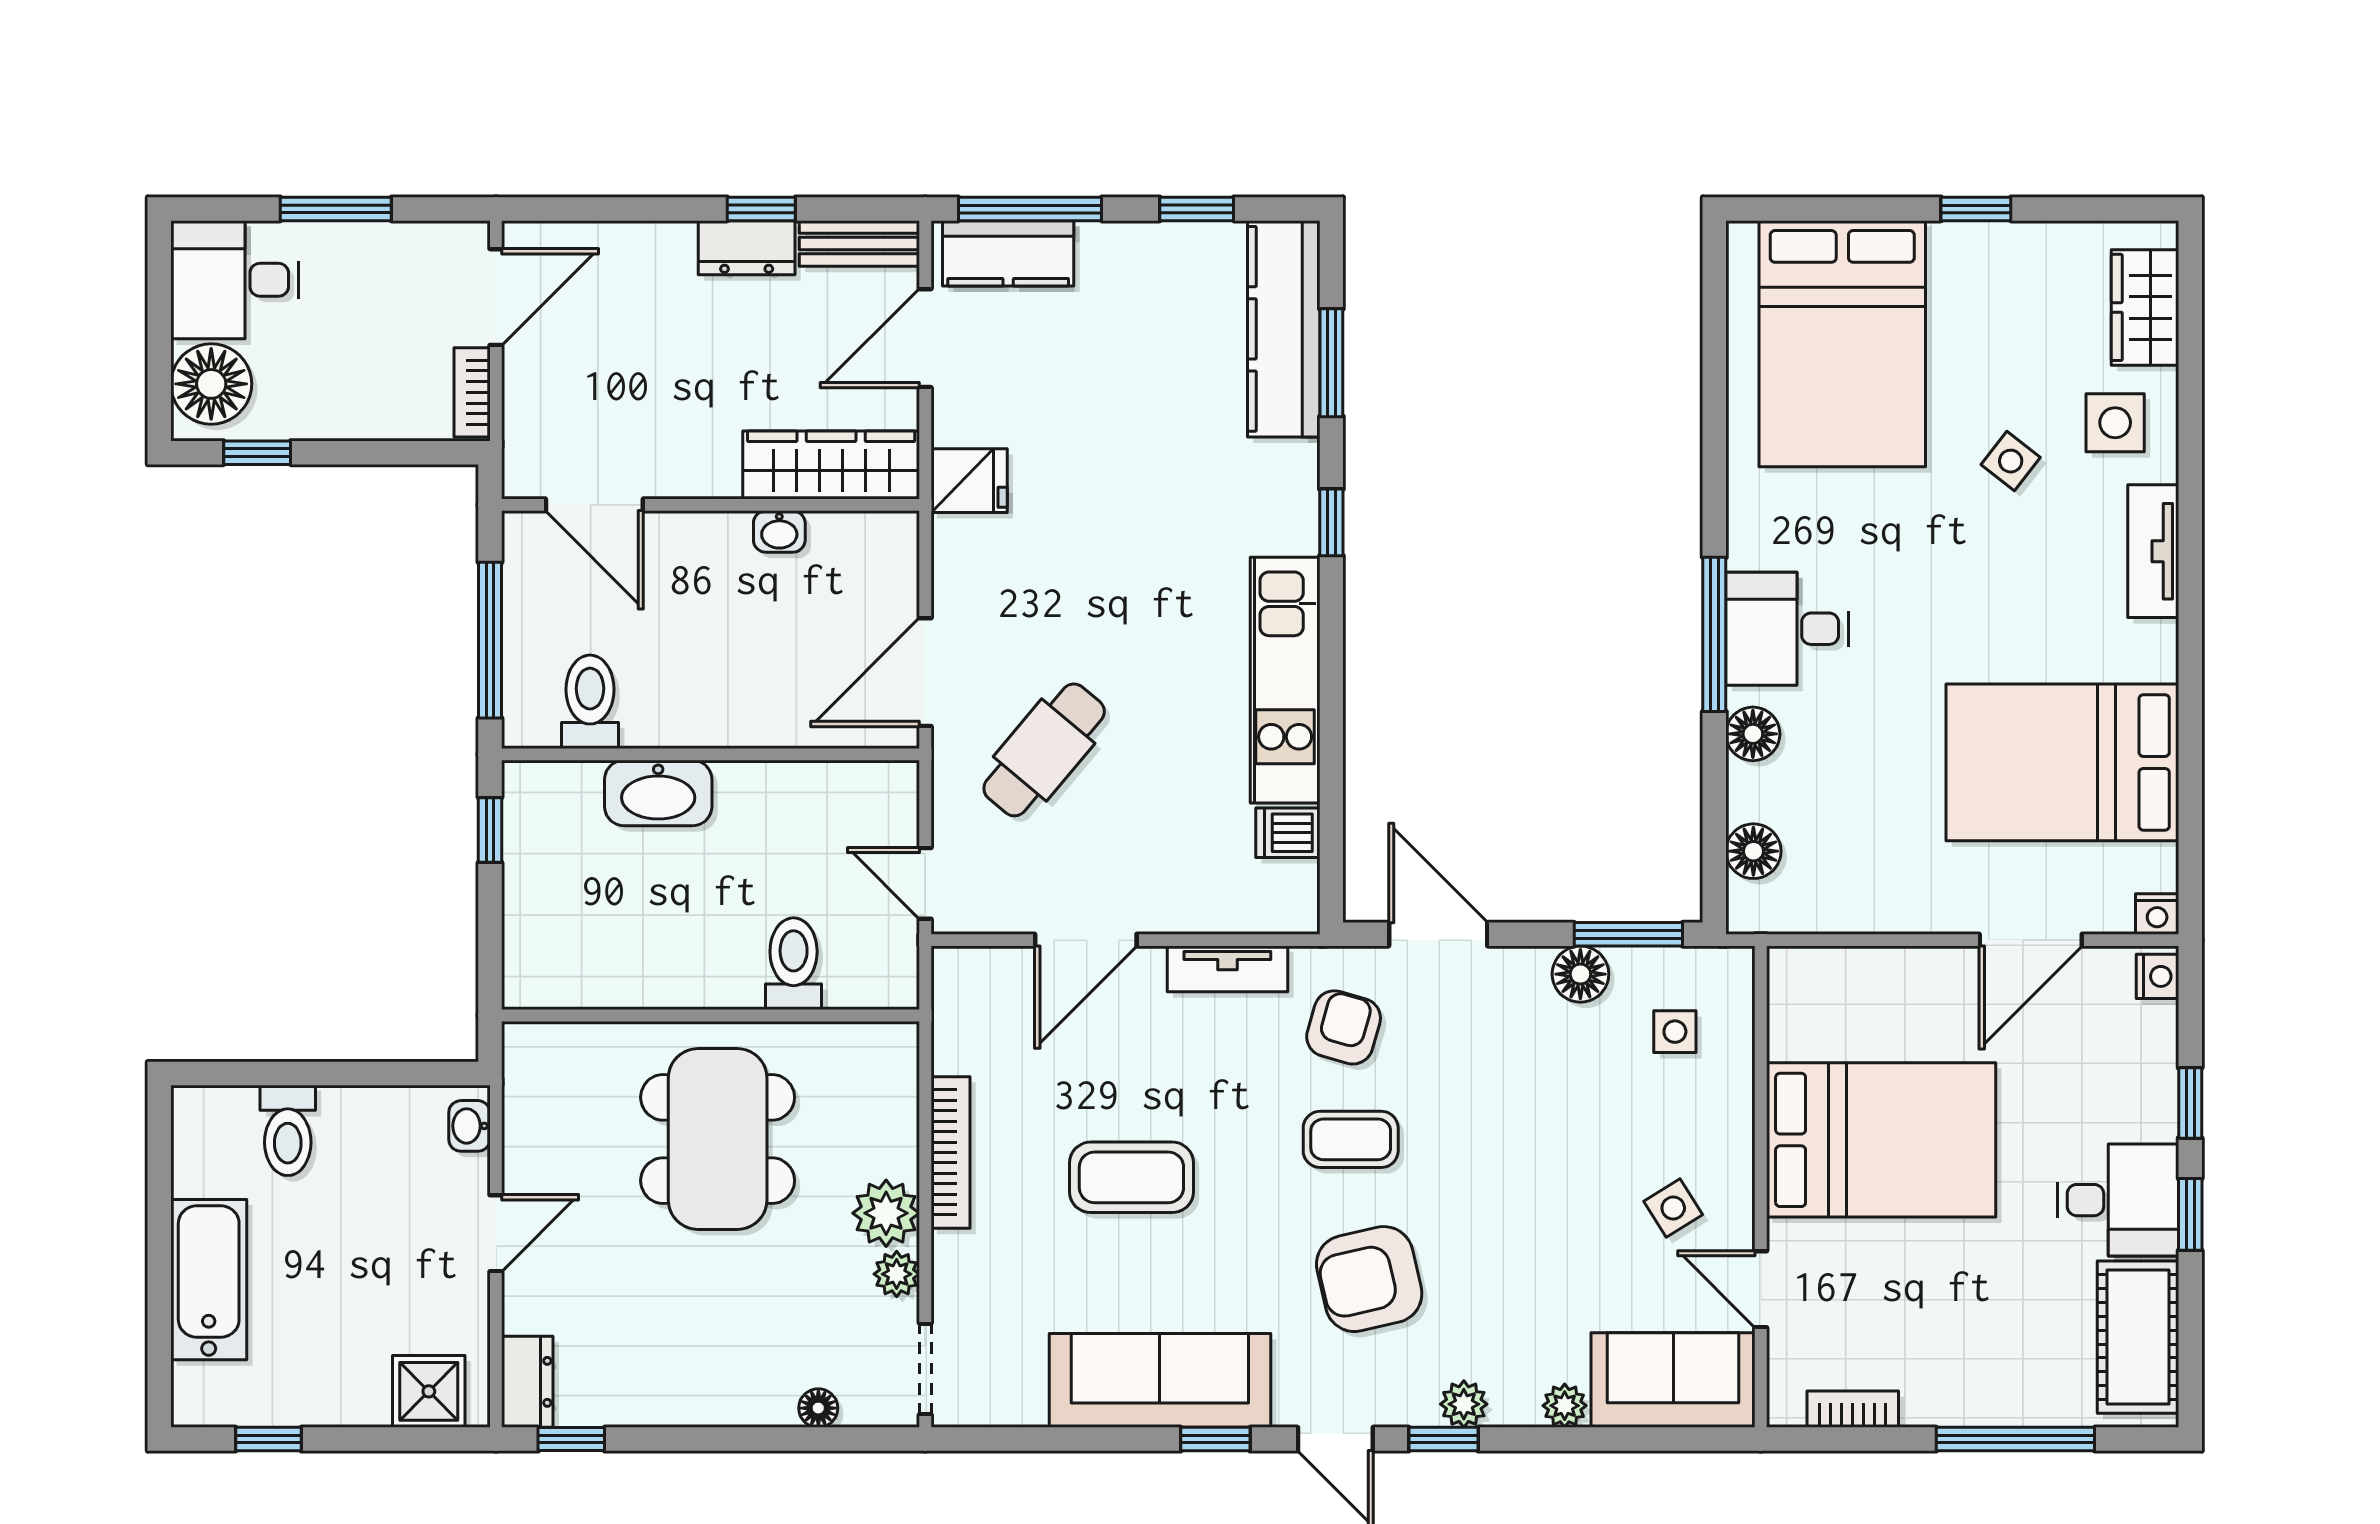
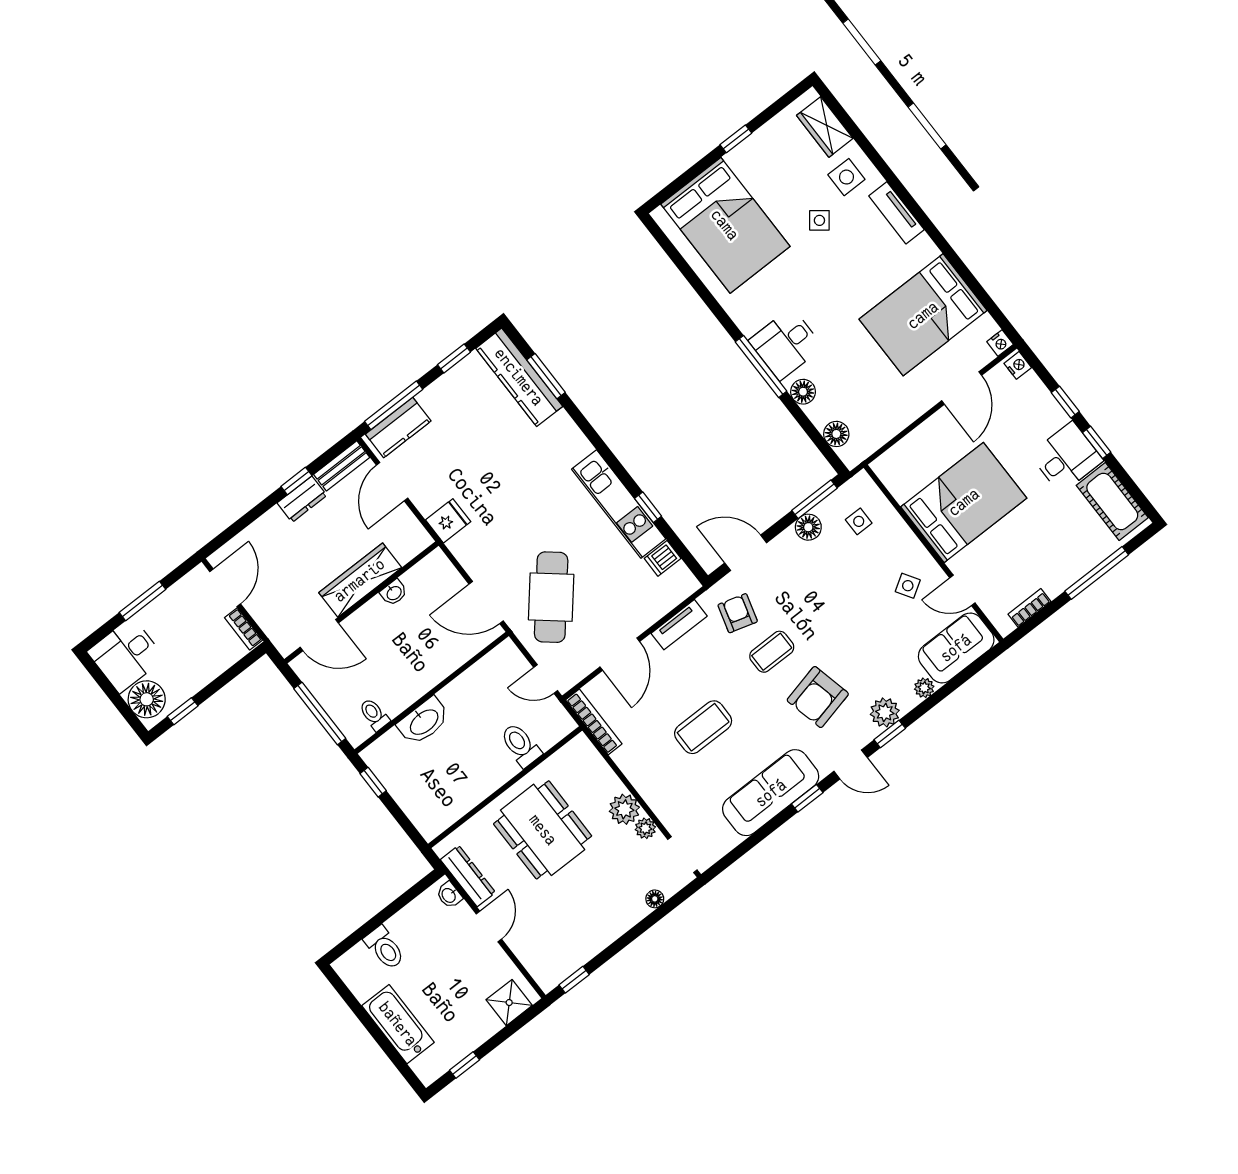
wardrobe: (831, 465) -> (360, 580), moved
window: (1331, 522) -> (648, 507), moved
door: (925, 672) -> (486, 602), hinge flipped
toilet: (590, 702) -> (374, 714), width x0.73, depth x0.72
cafe table: (1044, 750) -> (551, 597), width x1.37, depth x1.35
bookcase: (950, 1152) -> (594, 722), moved
dresser: (527, 1382) -> (468, 876), moved, width x1.44
plant: (1464, 1404) -> (885, 712), width x1.38, depth x1.38

